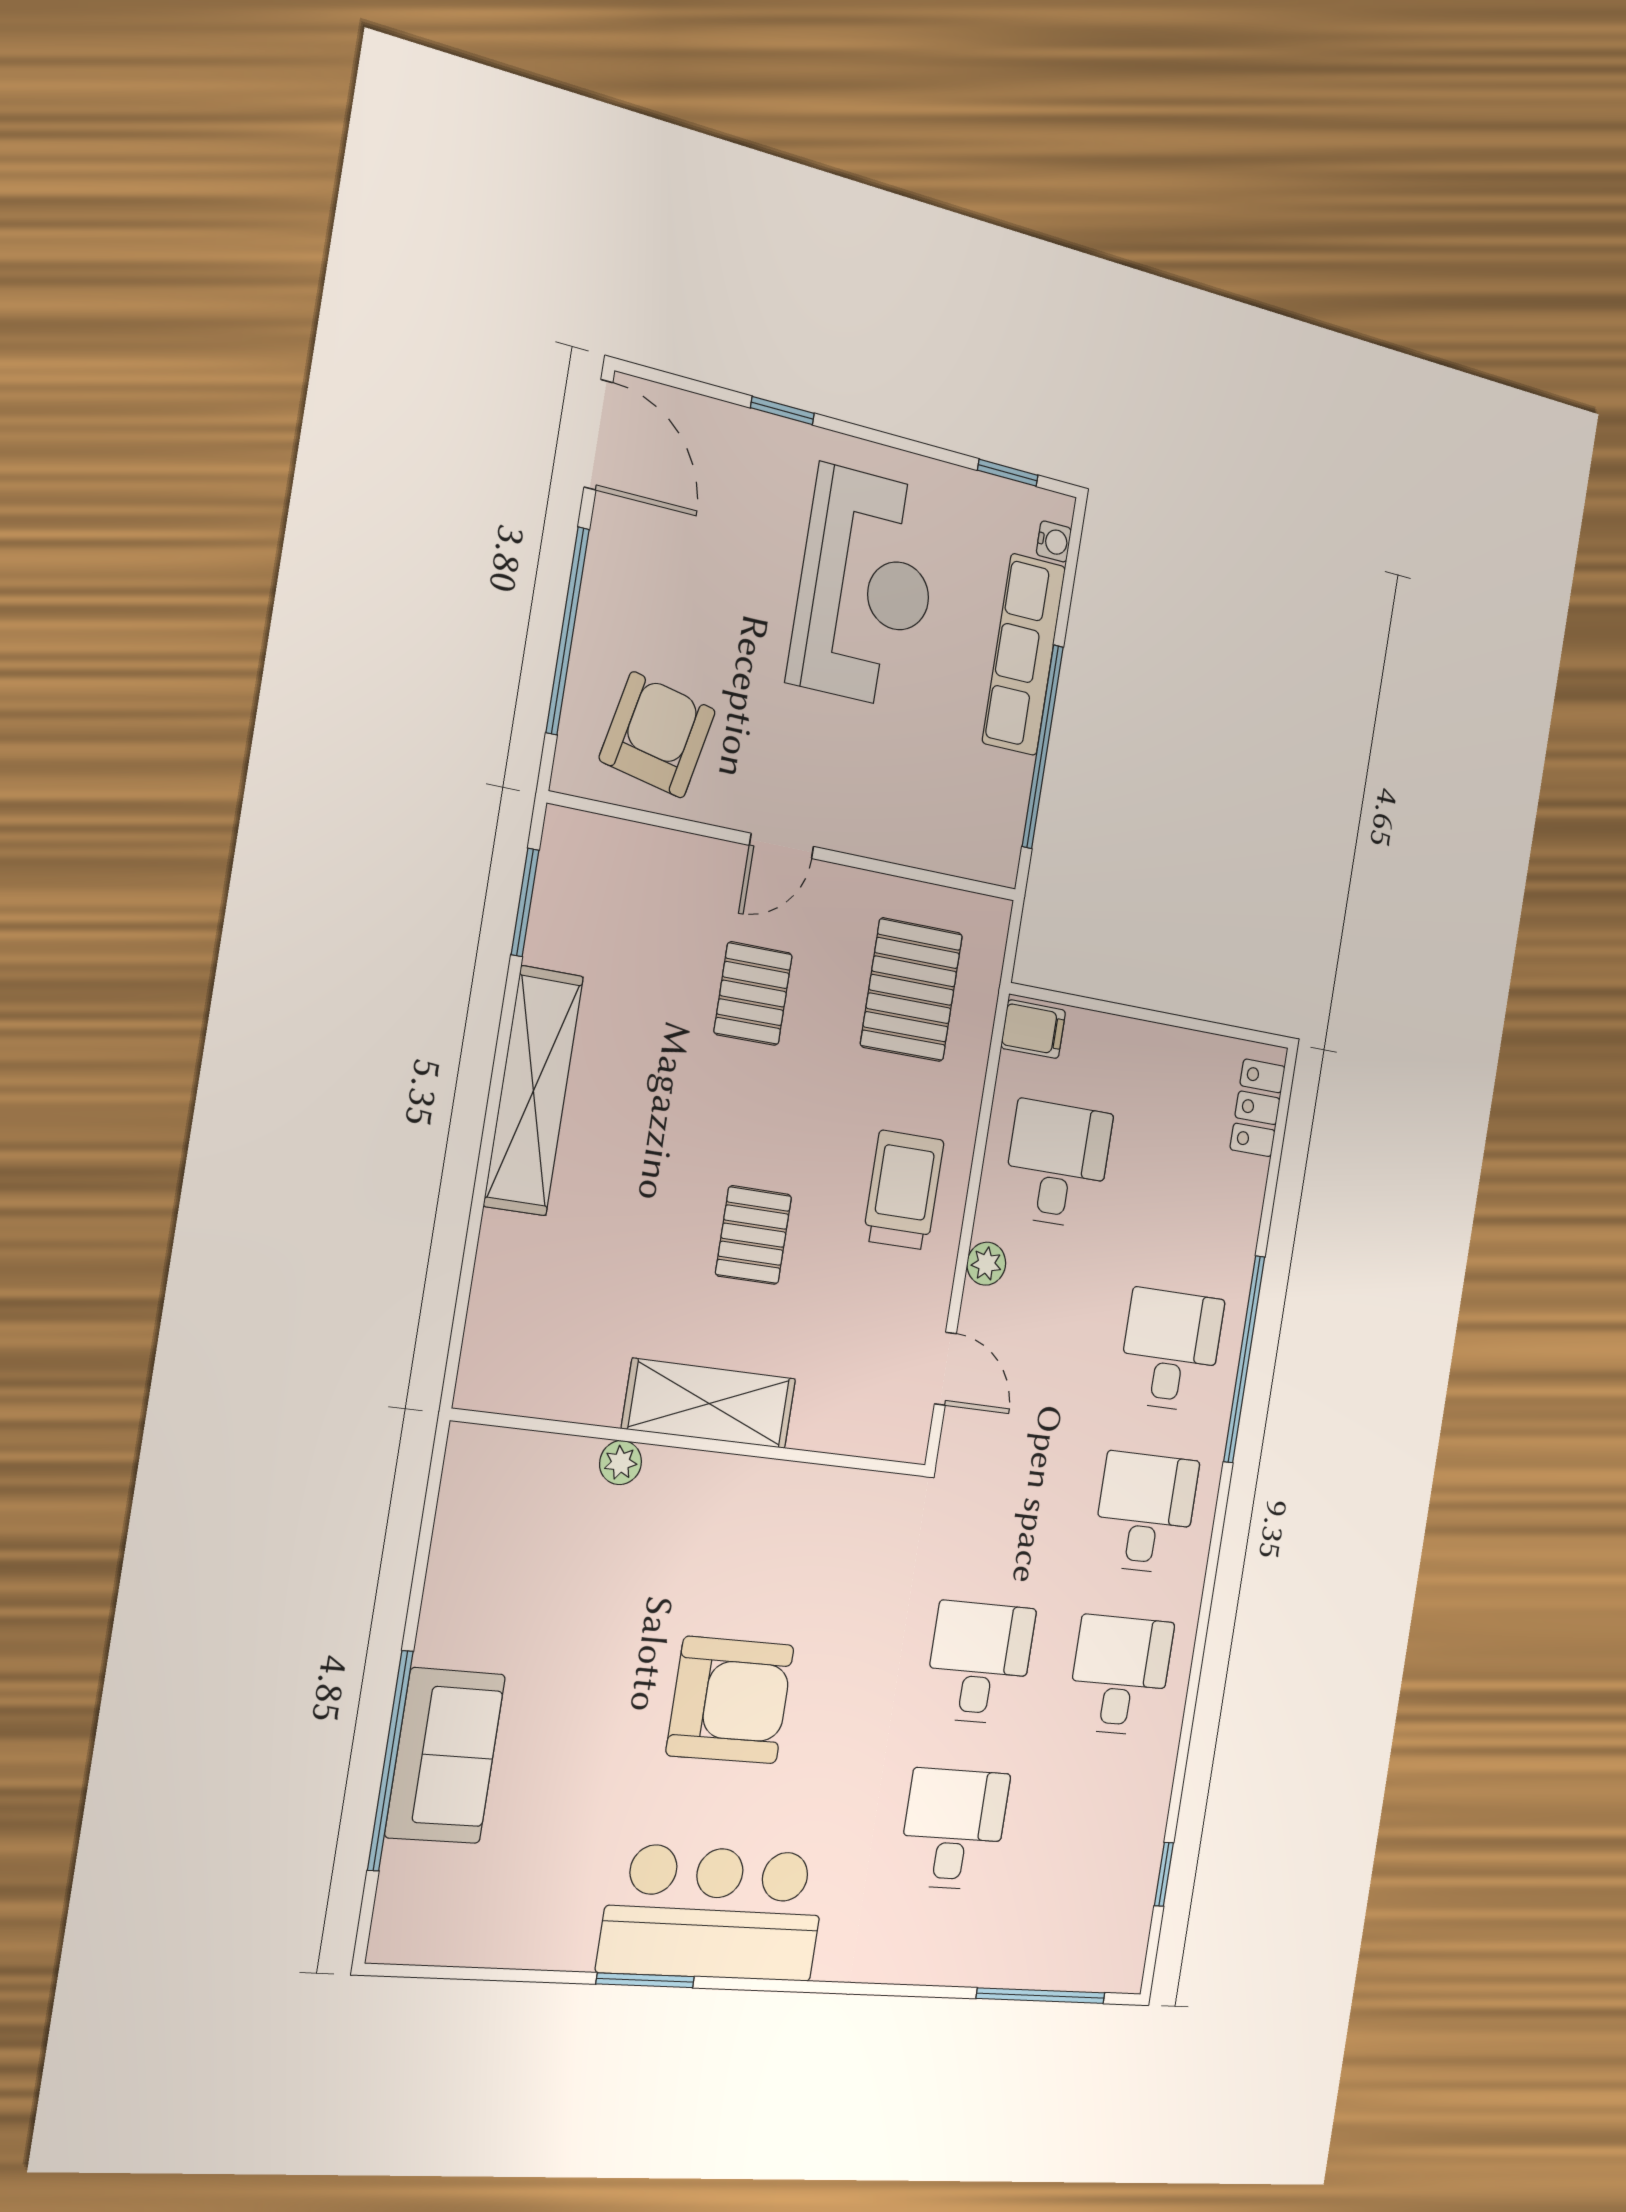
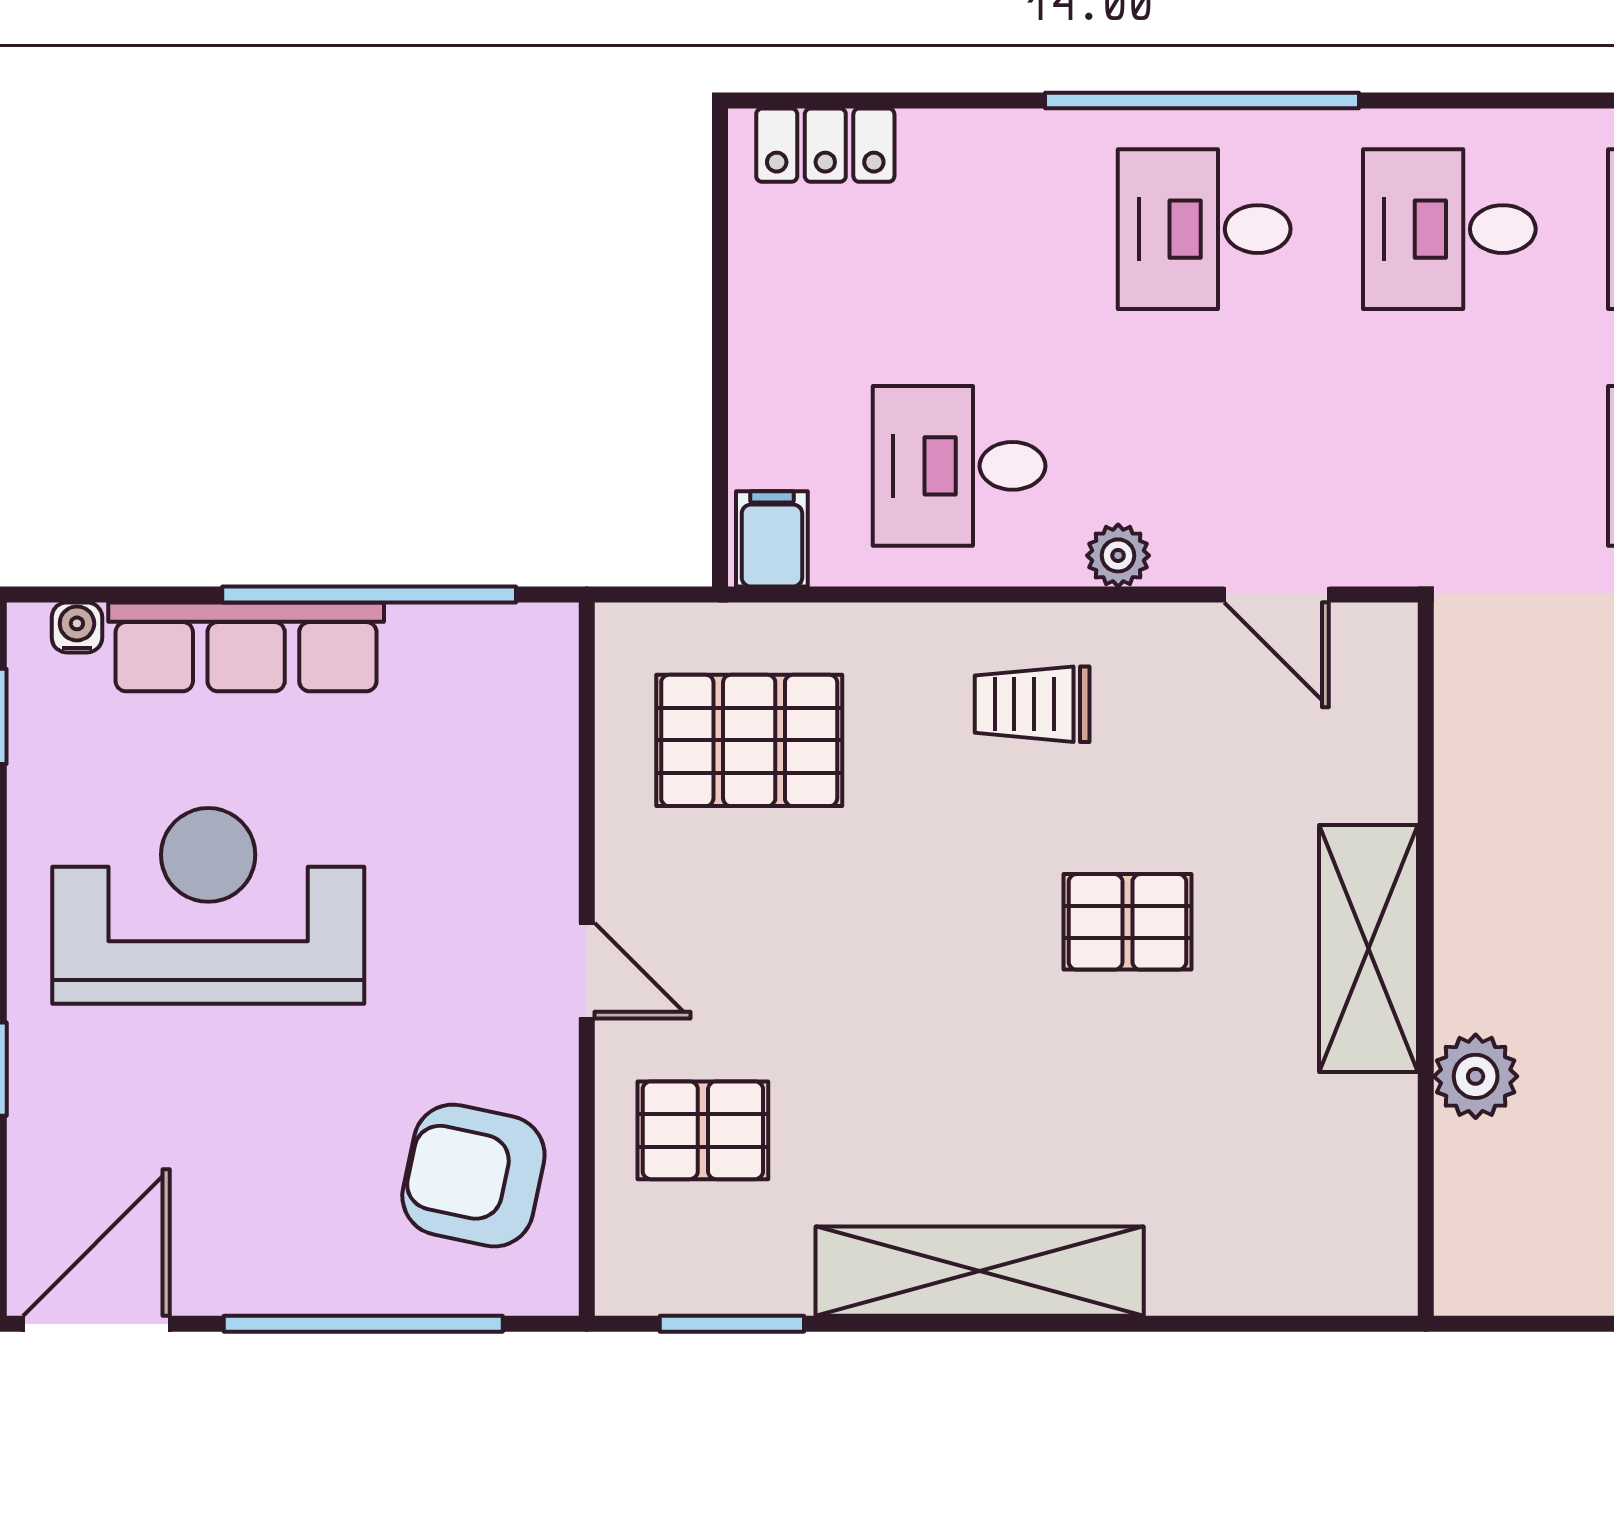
pallet: (753, 994) -> (703, 1130), moved
trolley: (903, 1190) -> (1032, 704), width x0.73, depth x0.72
door: (945, 1369) -> (1276, 594), swing flipped
plant: (621, 1463) -> (1476, 1076), width x1.38, depth x1.38

